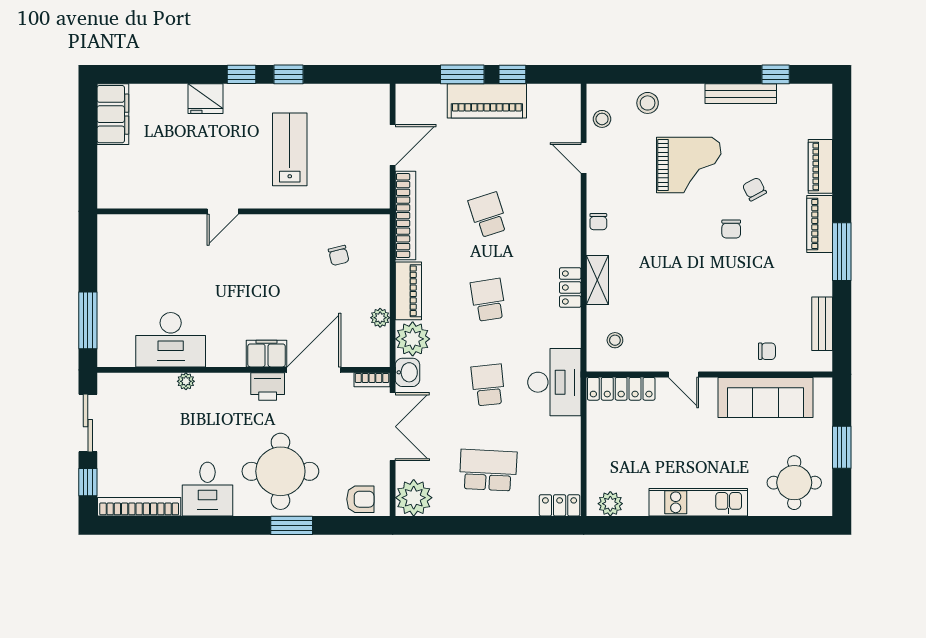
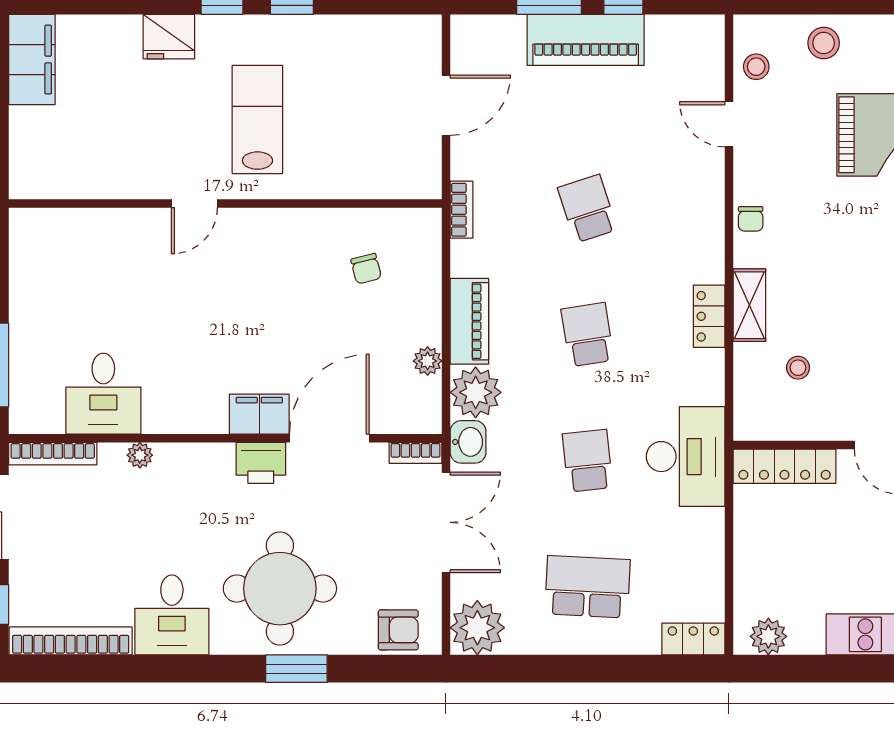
lab bench: (290, 149) -> (257, 119), moved
bookcase: (405, 216) -> (462, 210), width x0.43, depth x0.76
desk: (171, 340) -> (103, 394), width x0.73
stool: (615, 340) -> (798, 368), moved
bookcase: (127, 380) -> (53, 454), added

